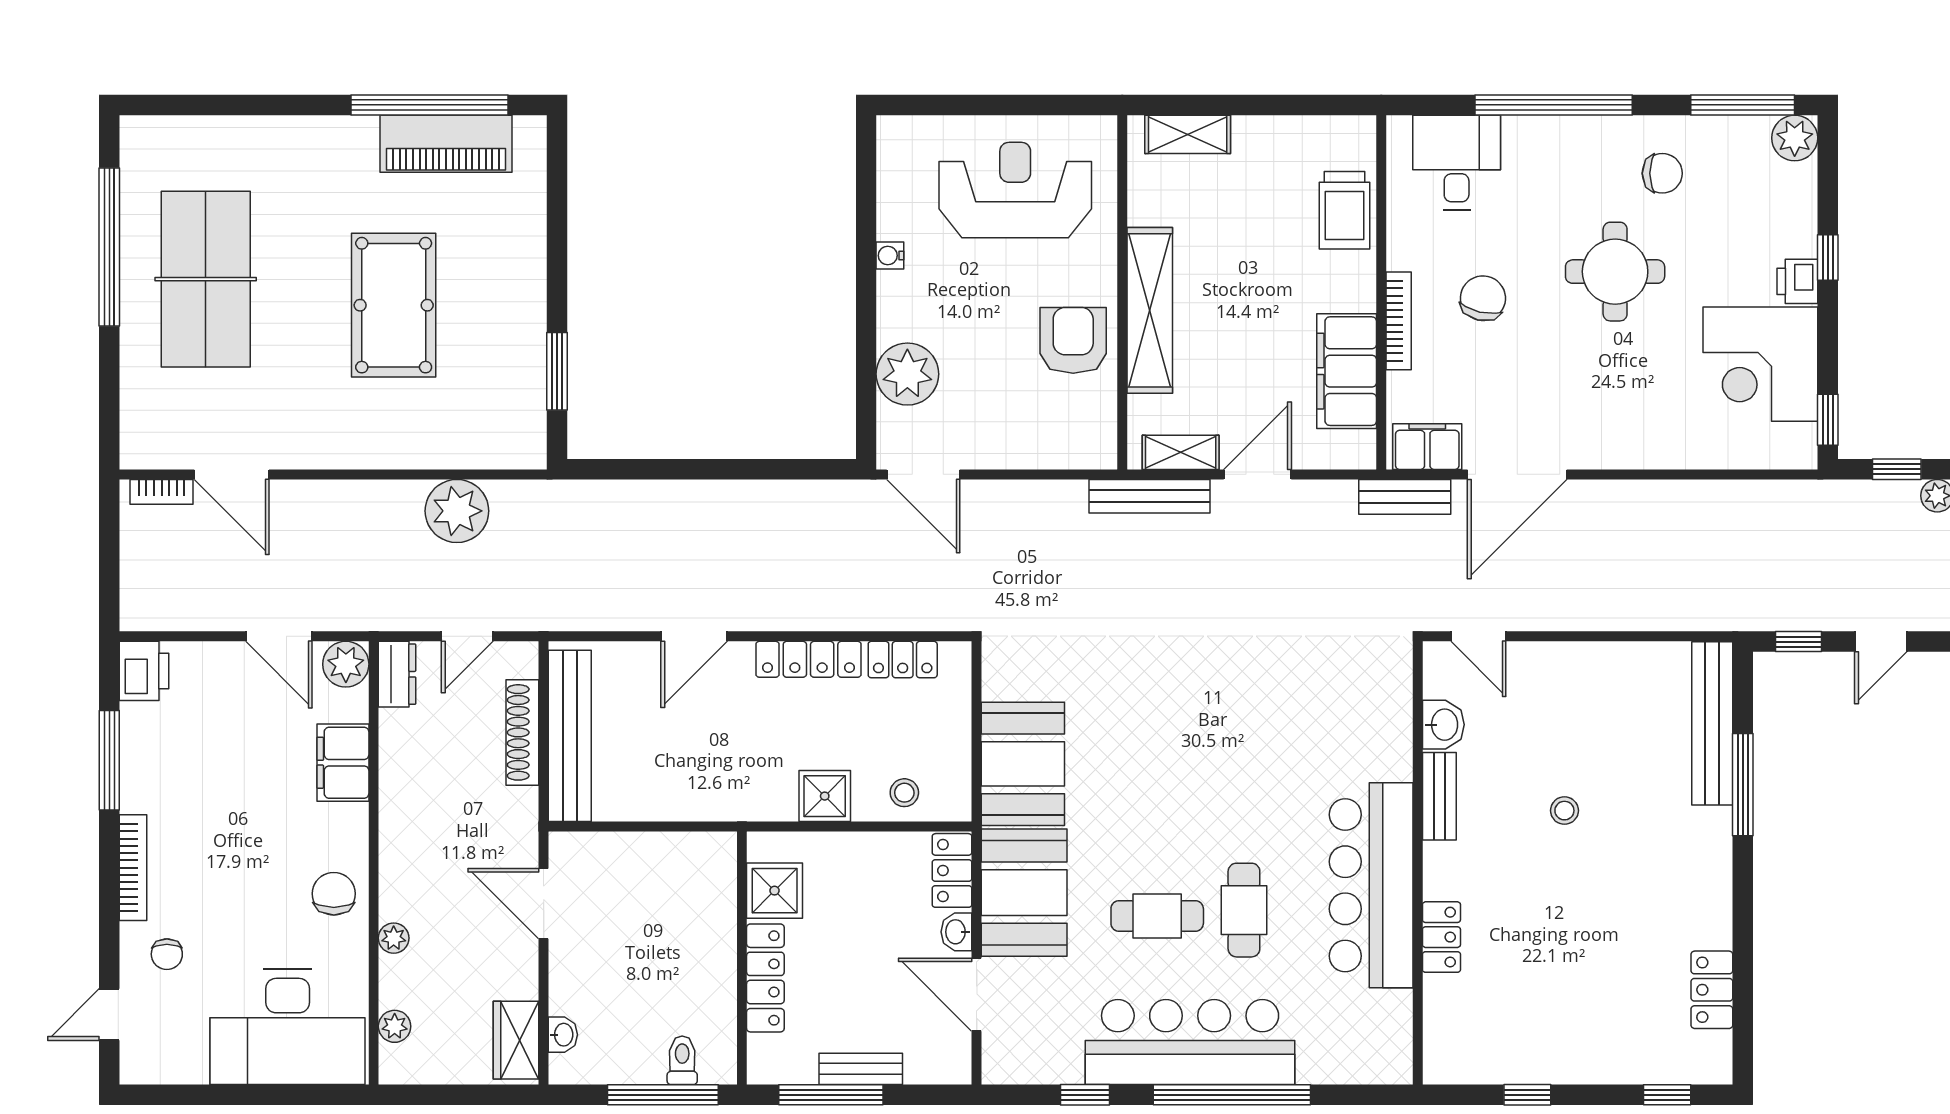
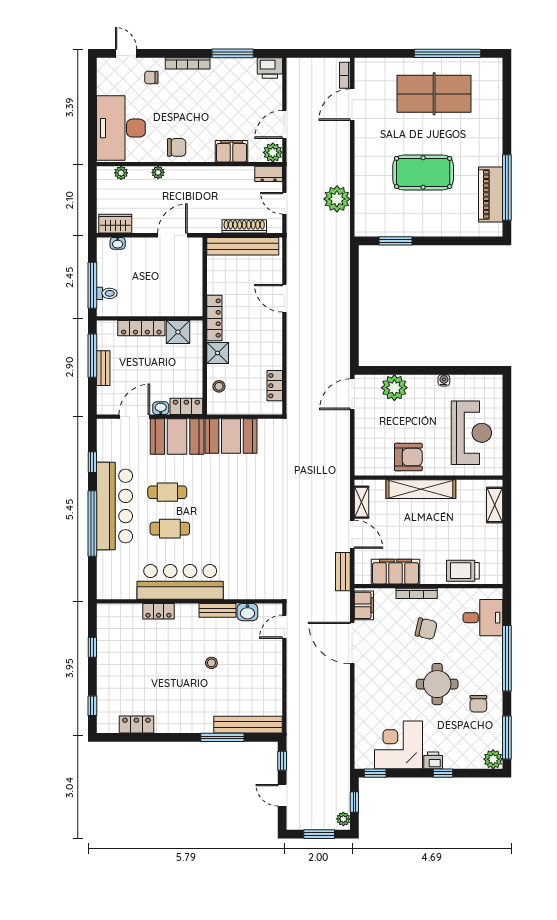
bench: (1149, 496) -> (343, 489), removed
bench: (1405, 497) -> (343, 572), moved
locker: (808, 659) -> (214, 318), moved, turned 180
cafe table: (1157, 916) -> (167, 492), turned 90

